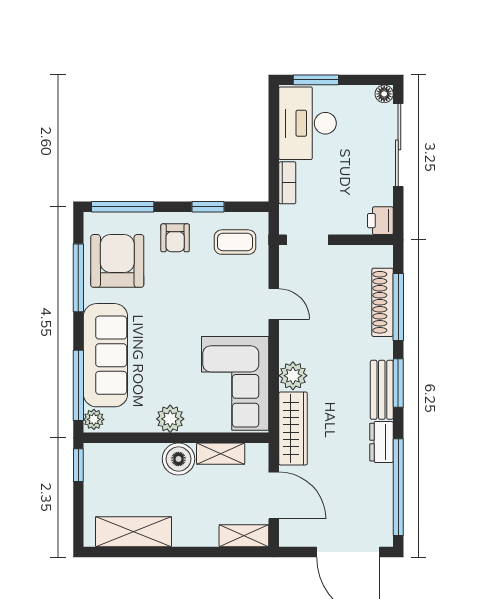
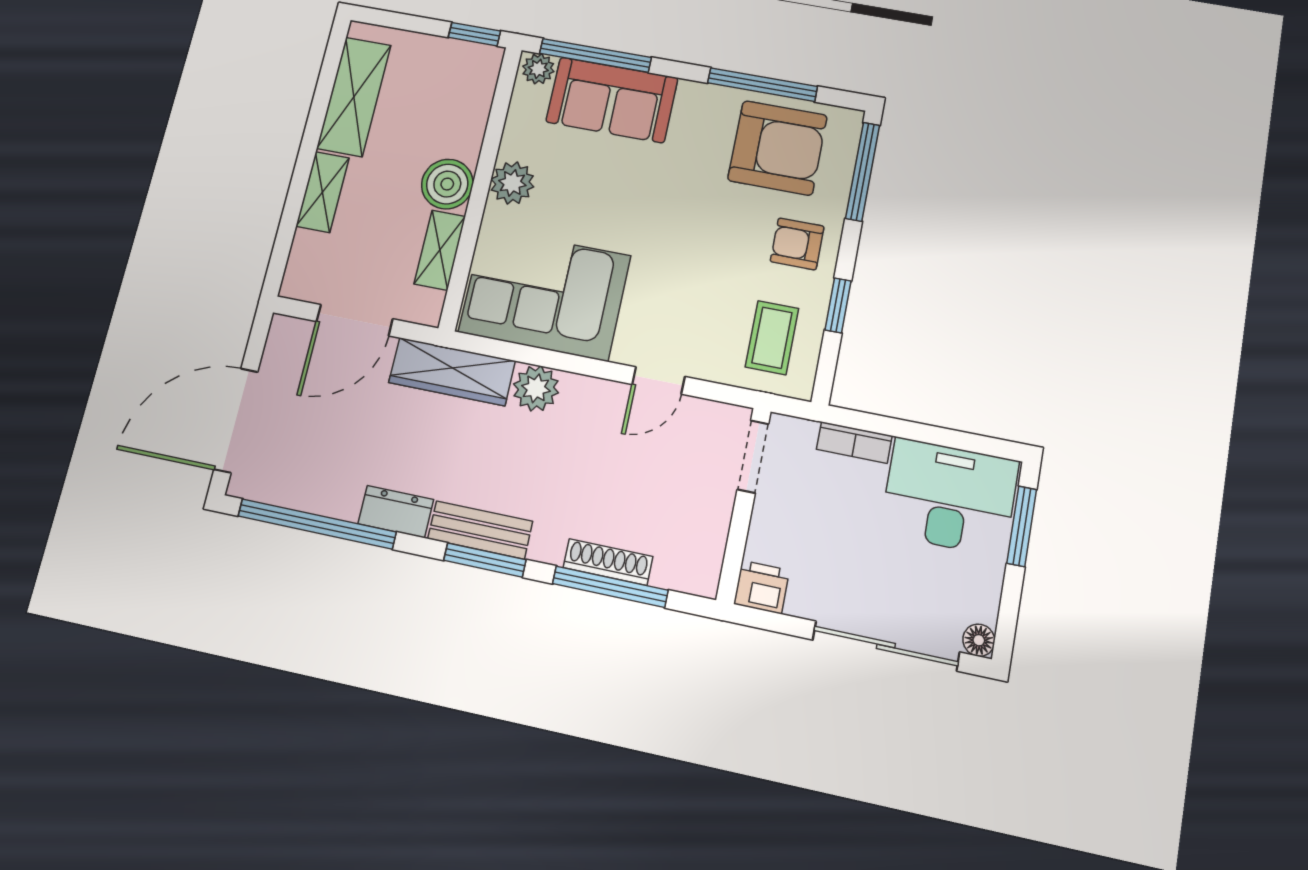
shoe rack: (383, 302) -> (608, 562), width x0.74, depth x0.81
sofa: (105, 355) -> (612, 100), width x0.73
shelving: (244, 536) -> (323, 192), moved

